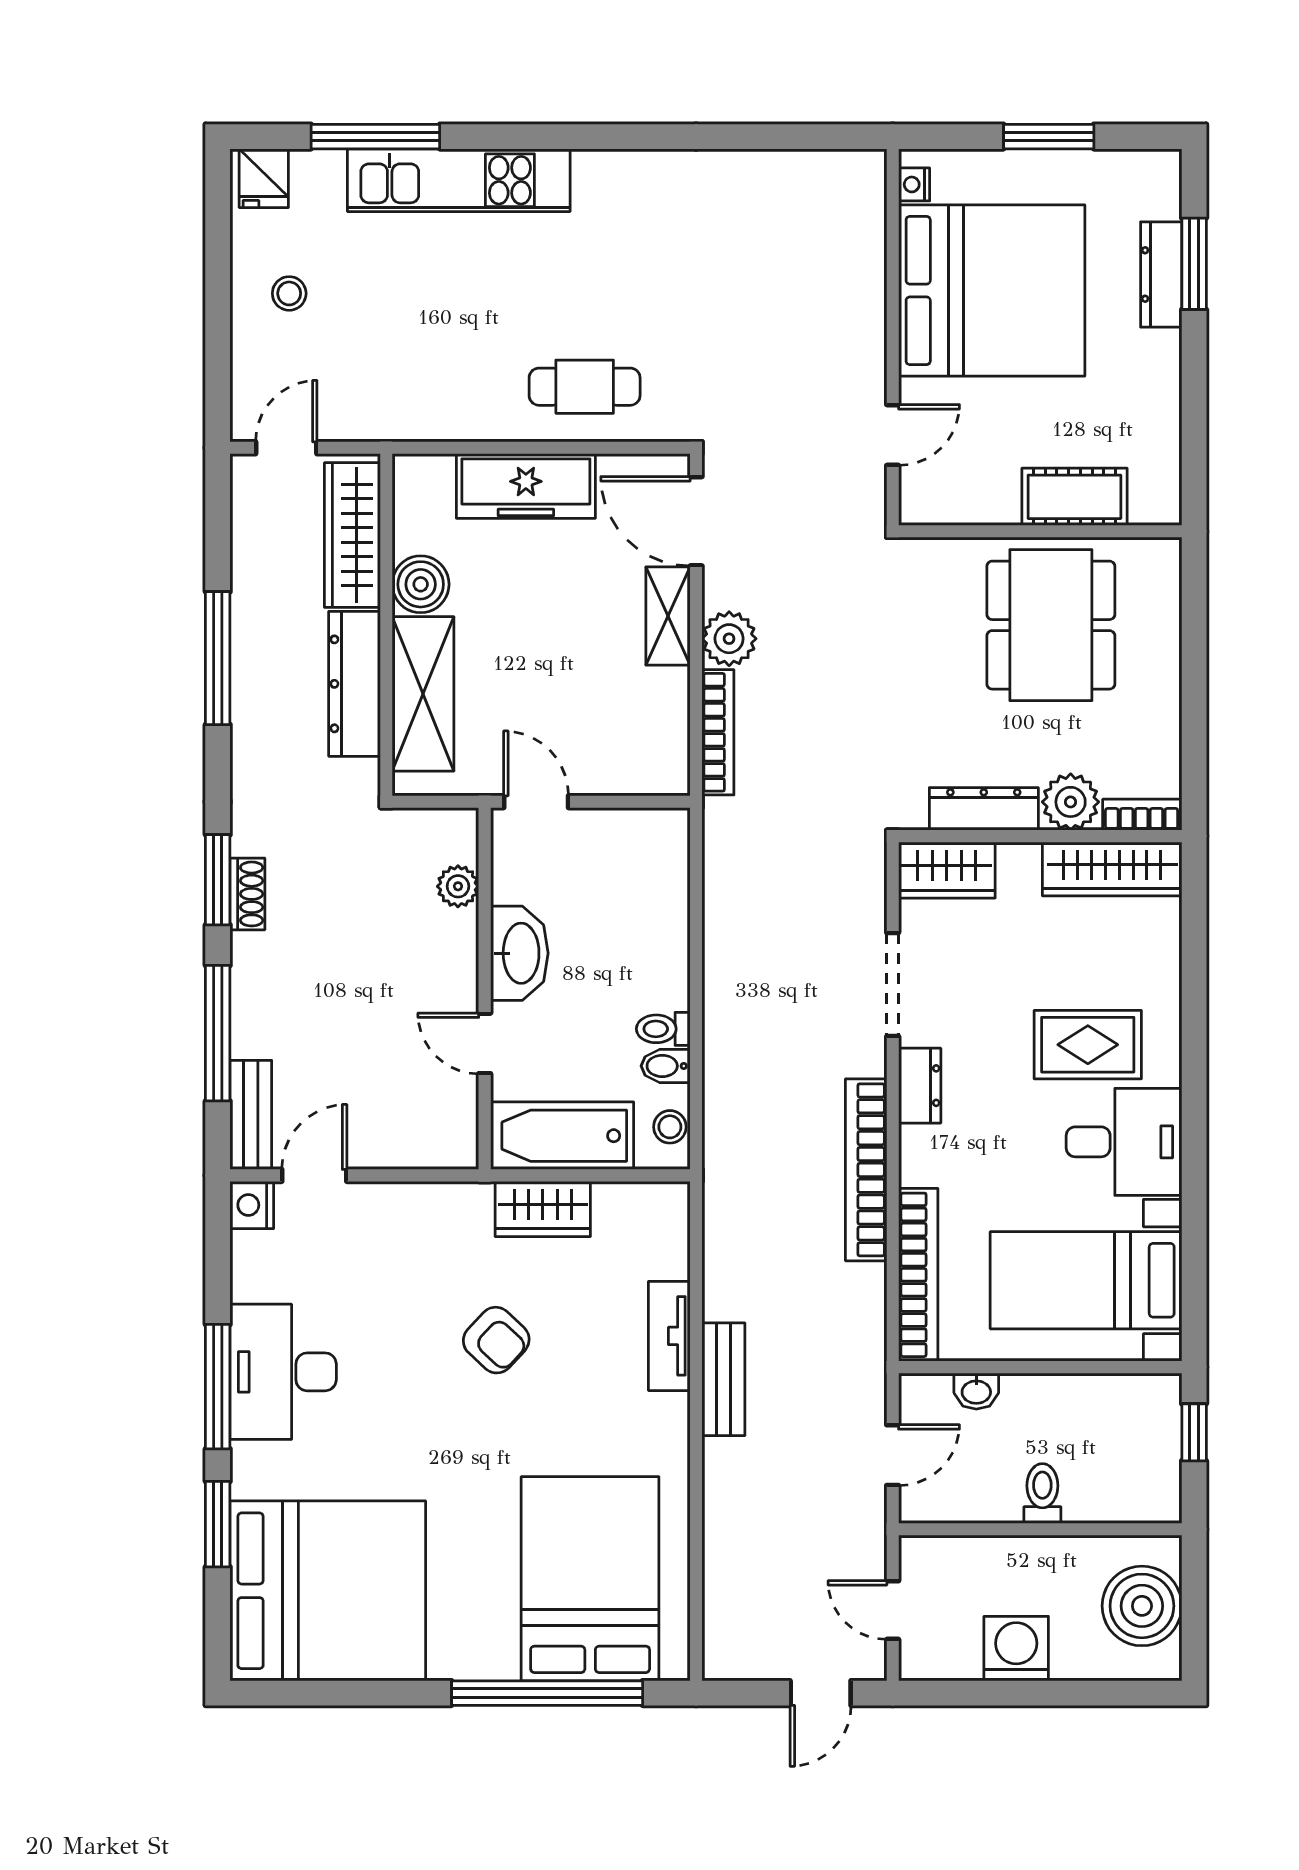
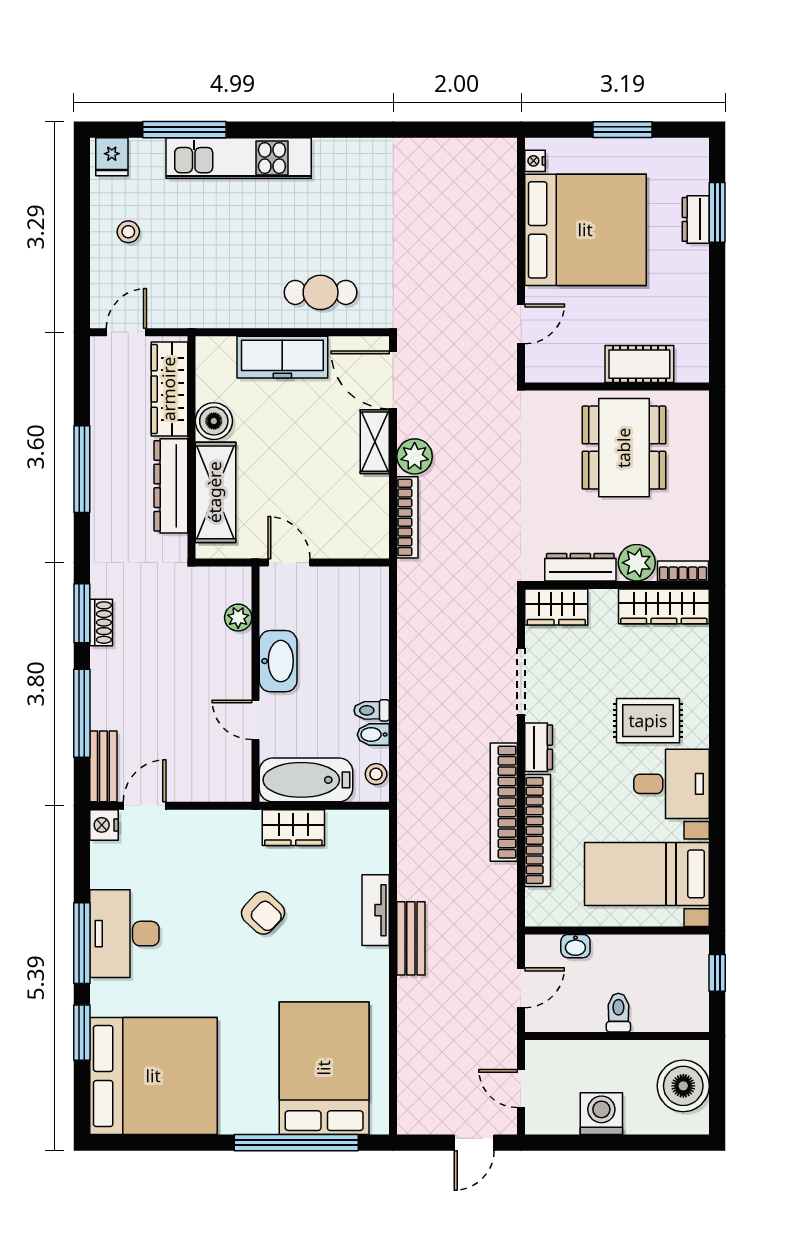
dresser: (1161, 275) -> (696, 219), width x0.70
bookcase: (918, 1275) -> (538, 830), moved

